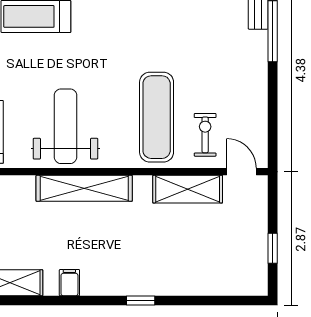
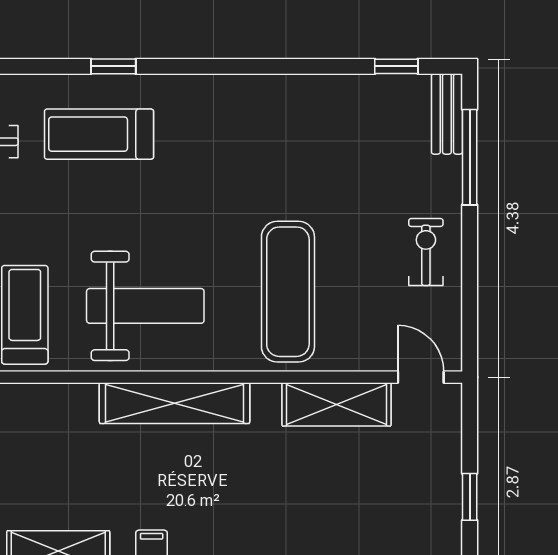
weight bench: (65, 126) -> (145, 306), turned 90
exercise bike: (205, 135) -> (426, 252), moved

